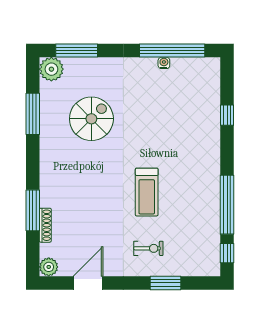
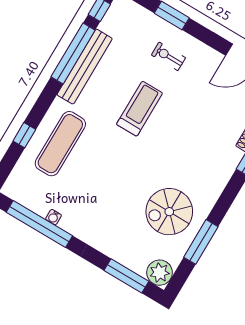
spiral stairs: (91, 119) -> (169, 212), moved
exercise mat: (194, 126) -> (60, 144), added
bench: (211, 200) -> (85, 67), added

